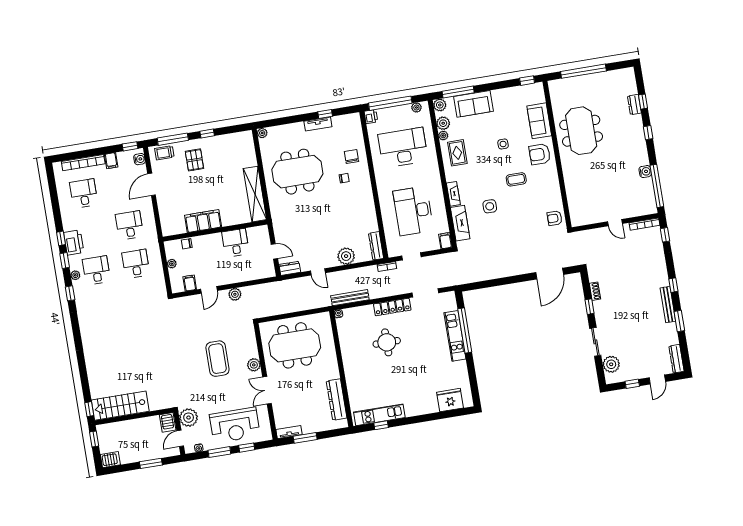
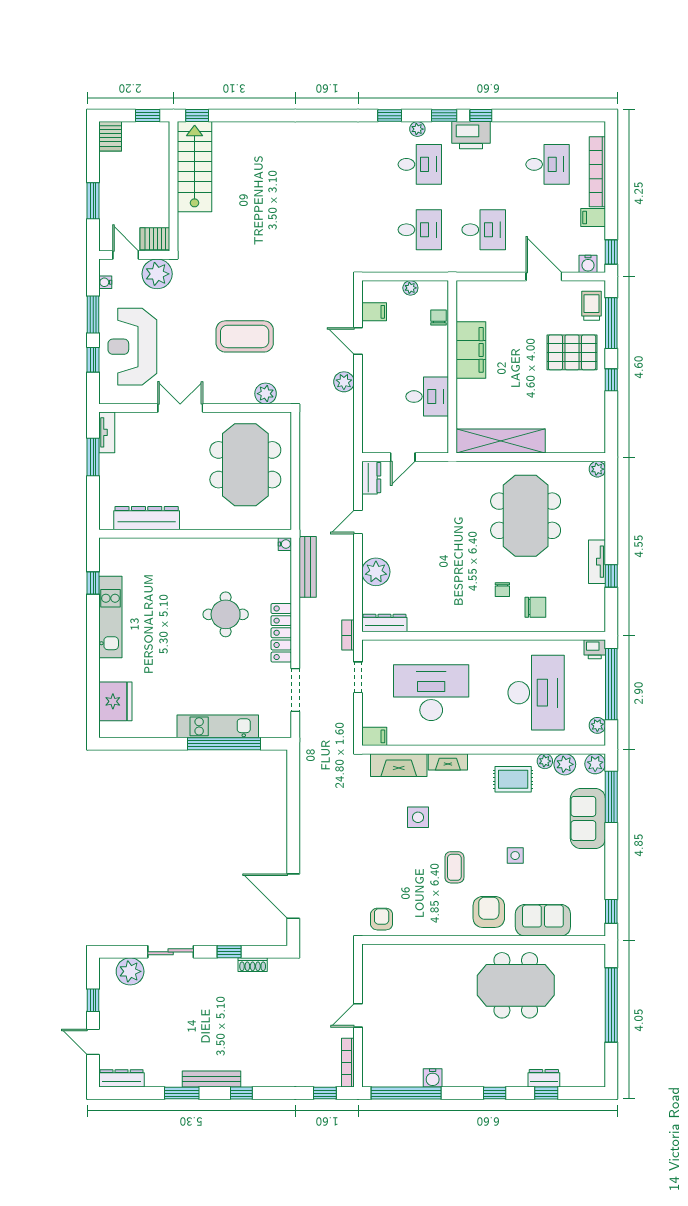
pallet: (194, 160) -> (572, 352), width x1.50, depth x1.42
plant: (254, 365) -> (266, 394), moved
kitchen unit: (379, 415) -> (110, 617), moved

